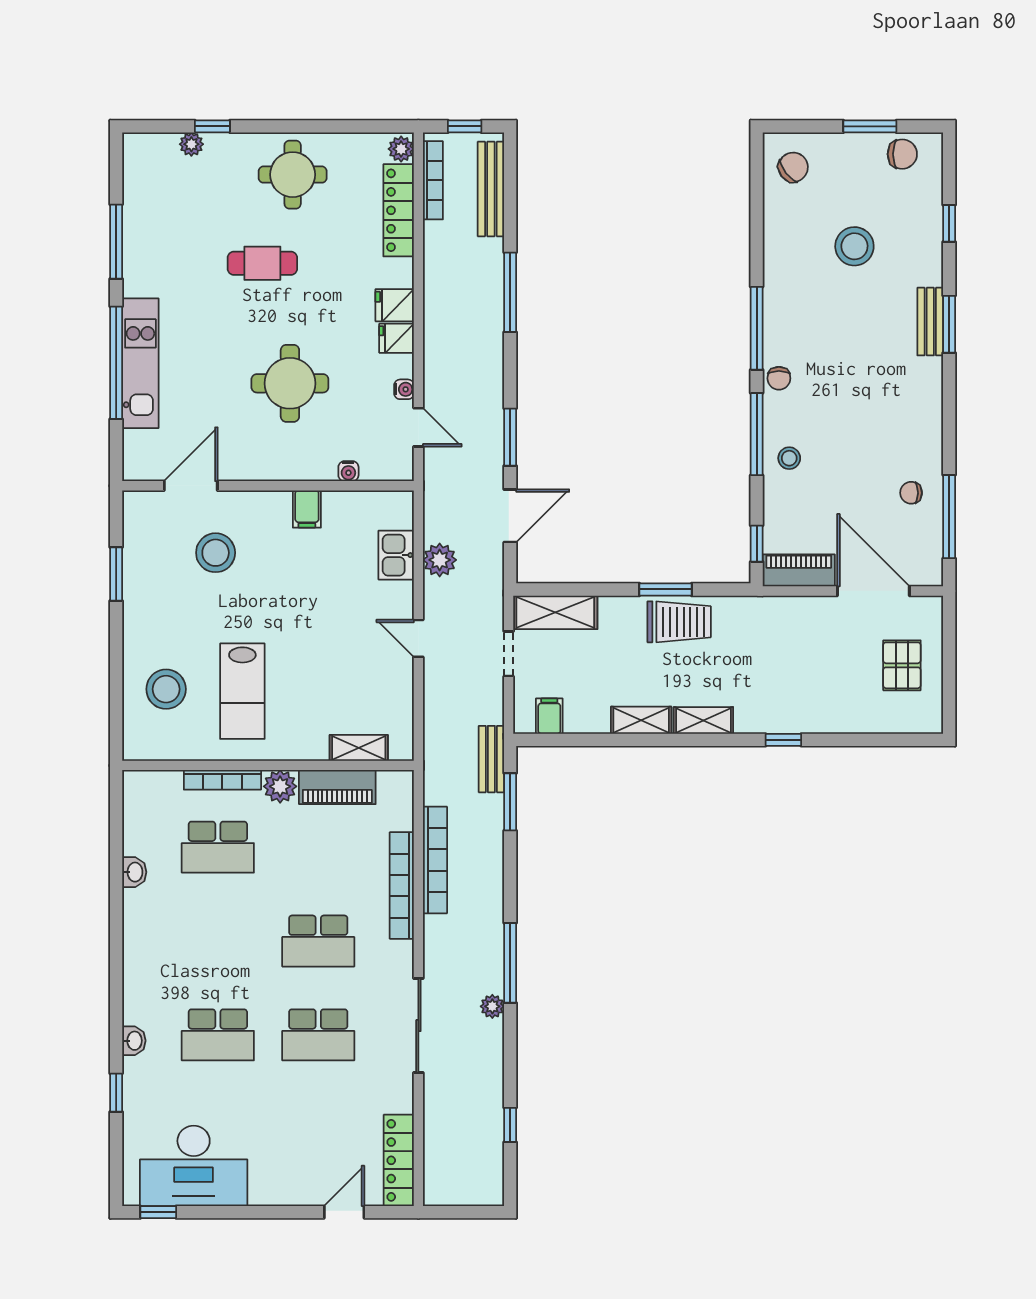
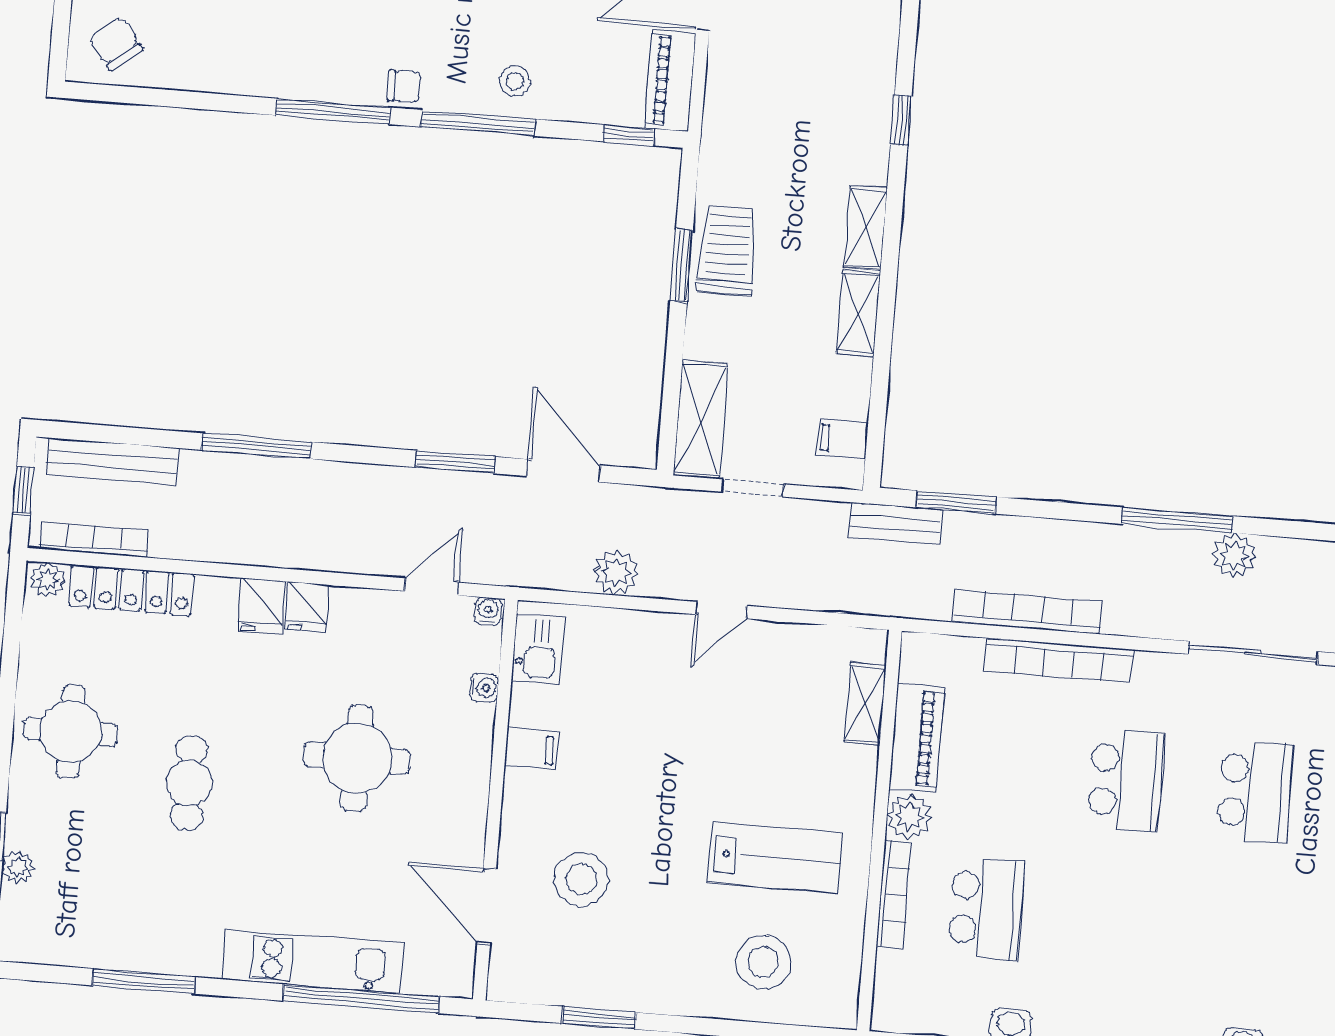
window: (116, 363) -> (361, 999), moved
water cooler: (404, 389) -> (488, 611), moved
kitchen sink: (396, 555) -> (538, 649), moved, turned -90
plant: (492, 1006) -> (1234, 555), width x1.38, depth x1.38
school desk: (218, 1035) -> (1244, 929), removed

